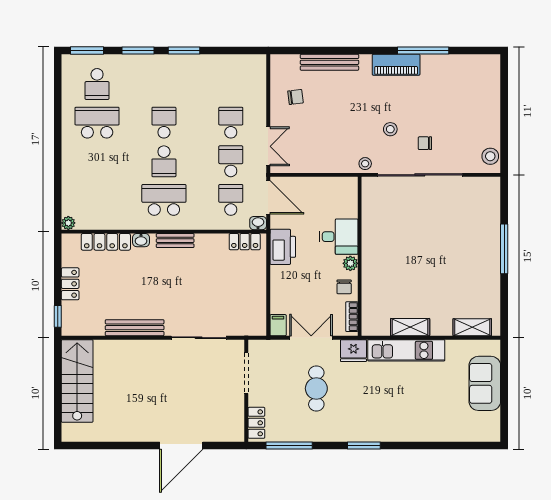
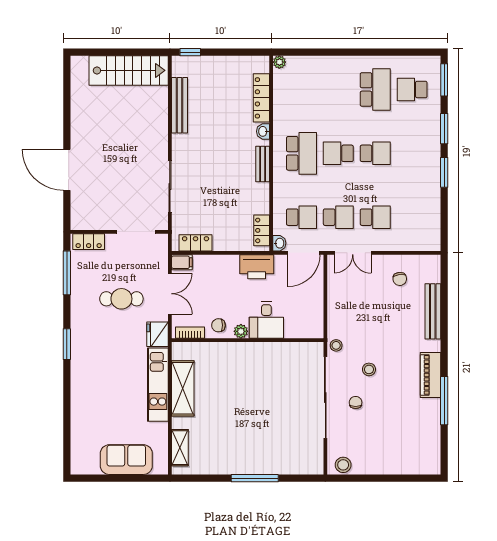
locker: (70, 284) -> (196, 243), moved, turned 180
shelving: (410, 327) -> (183, 388), width x1.50, depth x1.33
bench: (135, 328) -> (179, 105), moved

